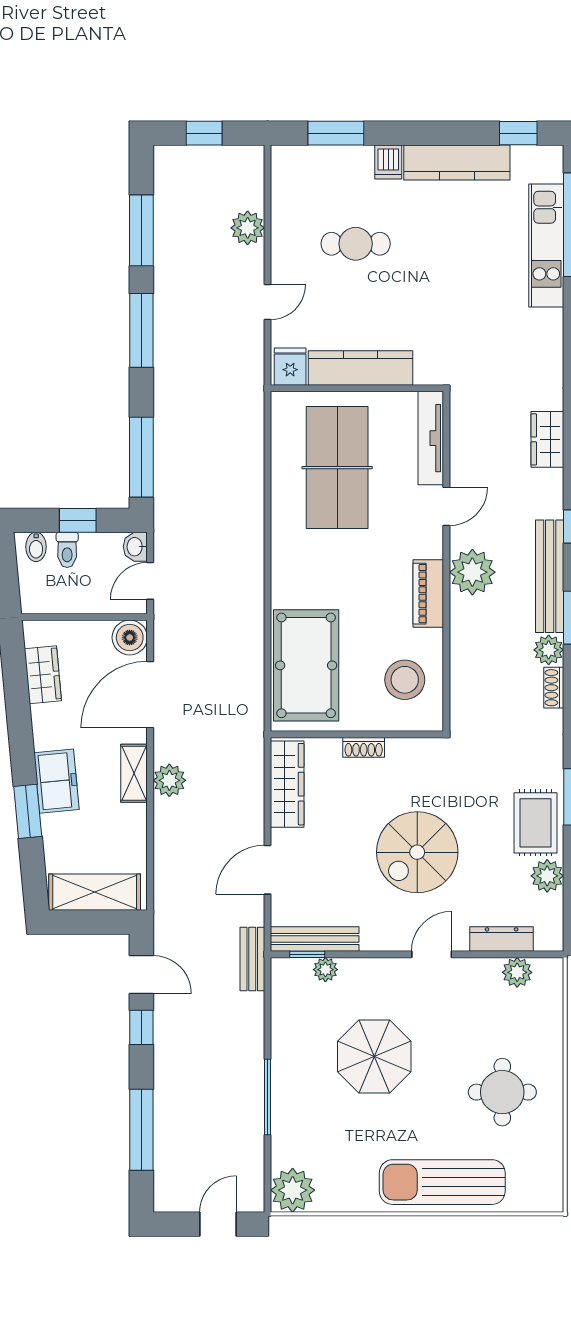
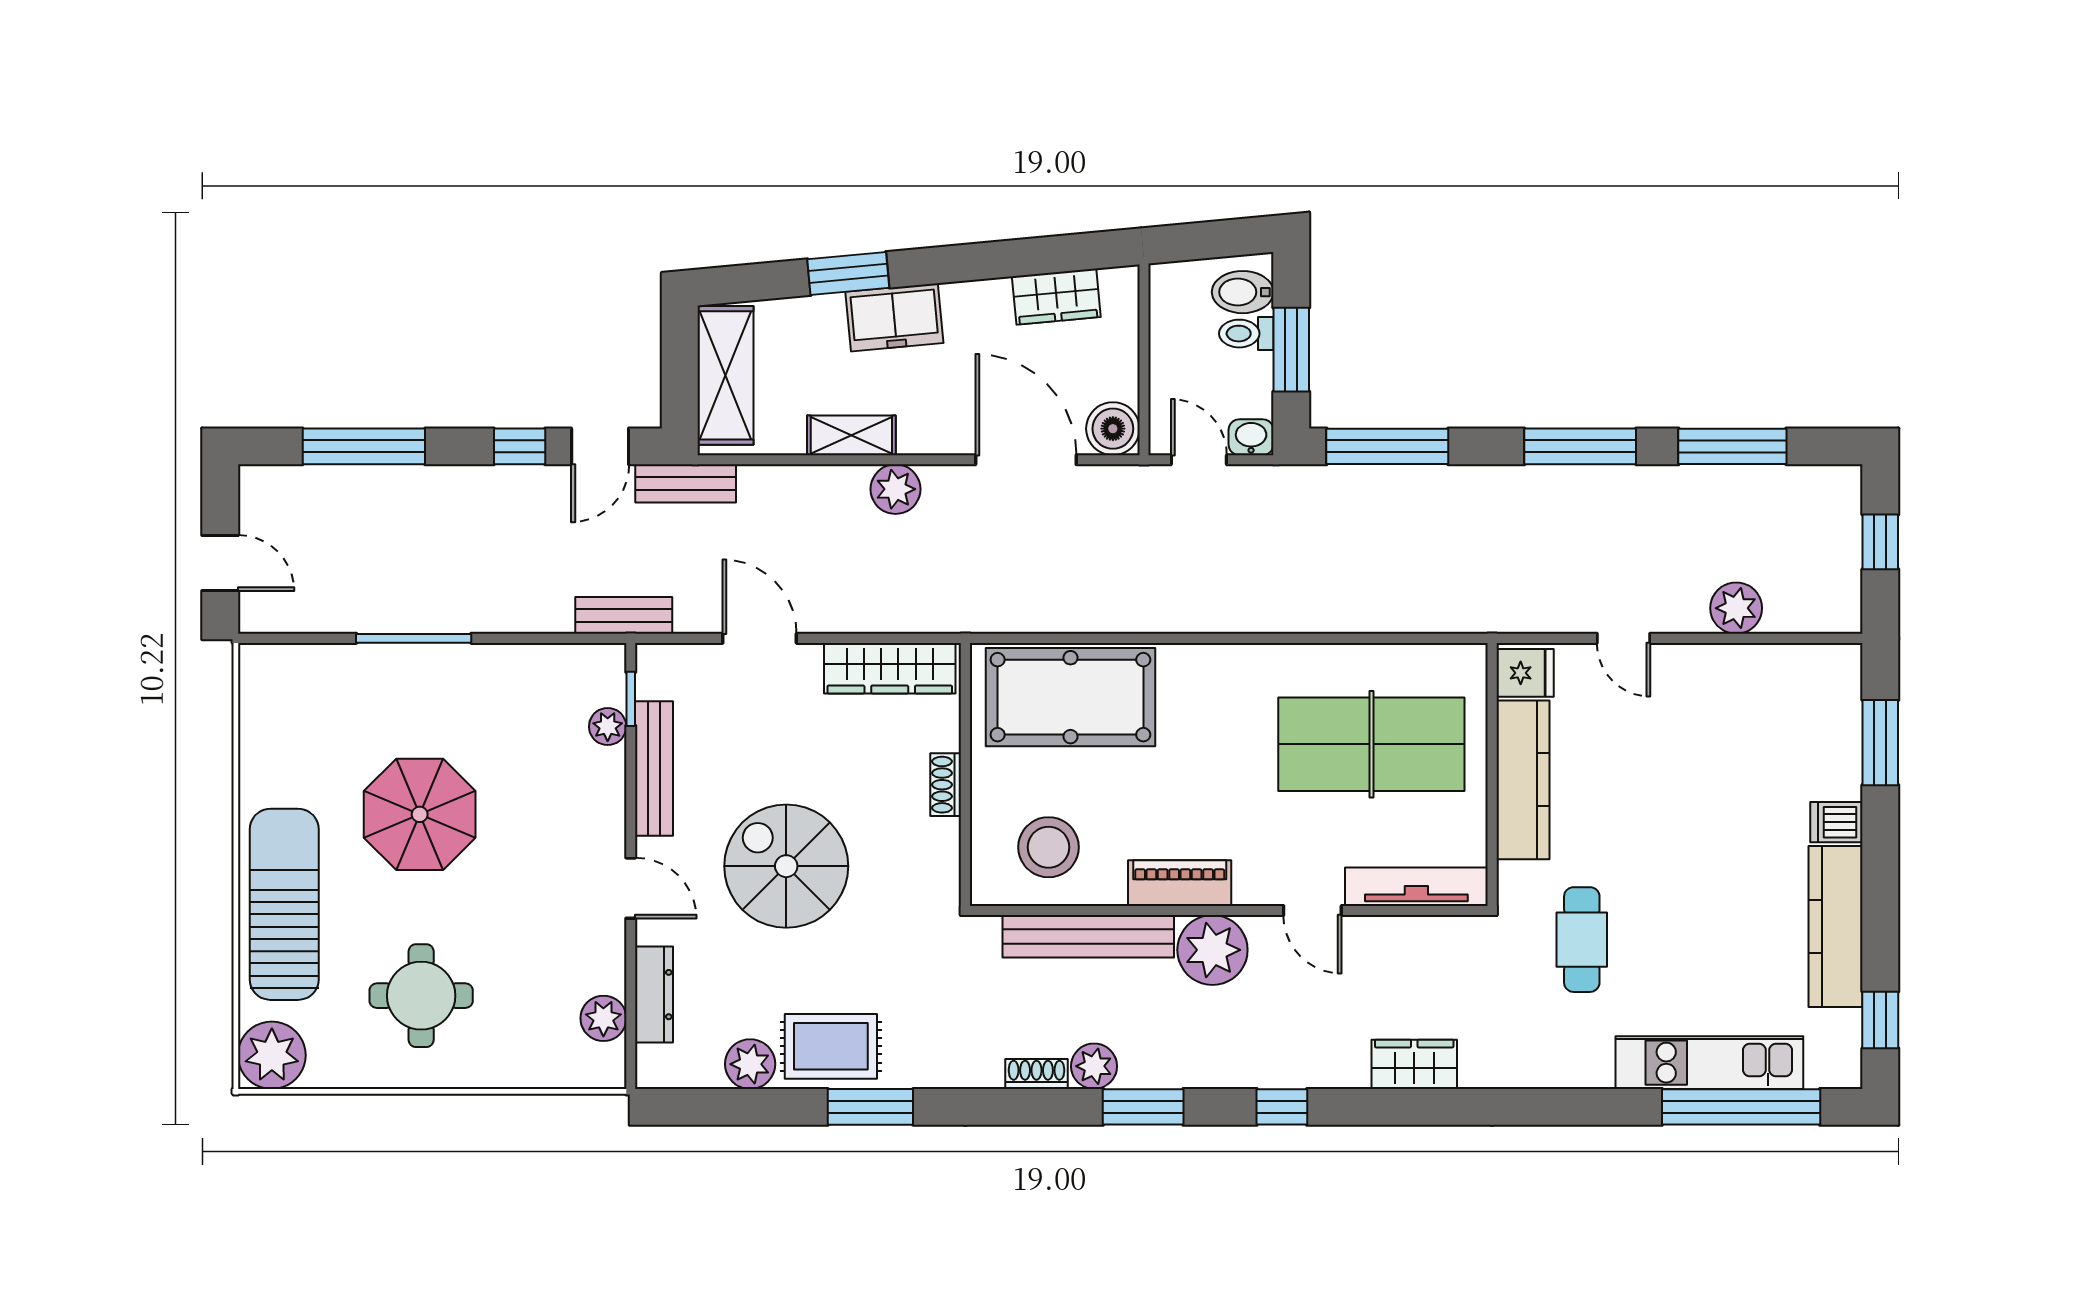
cafe table: (356, 244) -> (1582, 940), moved
window: (78, 520) -> (1291, 350), width x1.50
bidet: (36, 547) -> (1243, 292), width x1.38, depth x1.36
bench: (550, 576) -> (1088, 936), moved
shelving: (134, 773) -> (851, 435), moved
bench: (166, 918) -> (686, 483), added
bench: (315, 939) -> (654, 768), moved
parasol: (374, 1056) -> (420, 814), moved
plant: (293, 1190) -> (272, 1055), moved

